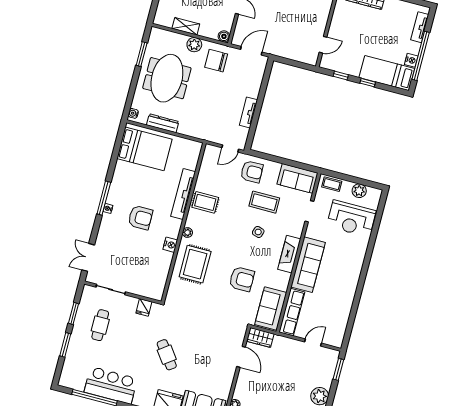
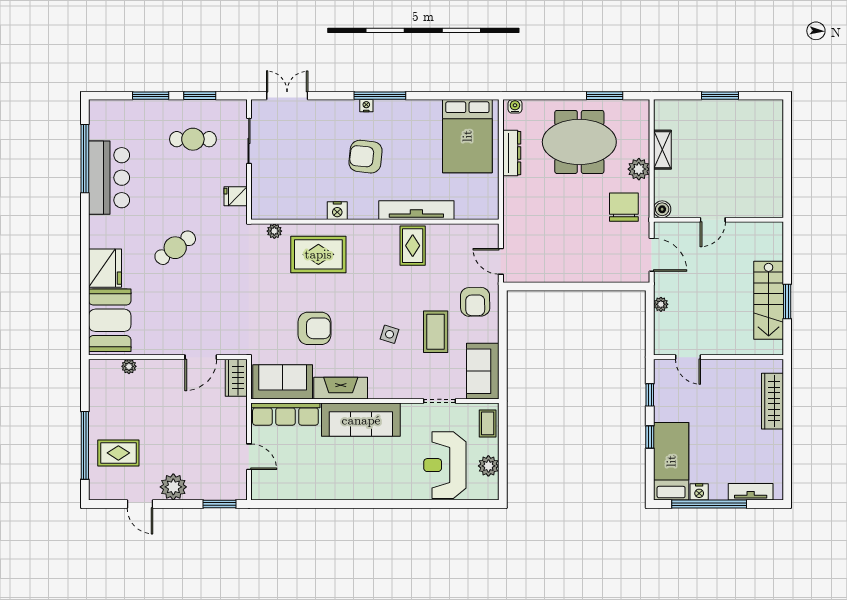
plant: (285, 53) -> (661, 304), added
tv unit: (248, 113) -> (560, 274), removed
armchair: (140, 218) -> (365, 157), turned 96
plant: (187, 233) -> (274, 231), moved
fireplace: (289, 254) -> (341, 388), moved
armchair: (242, 279) -> (315, 328), turned -90

